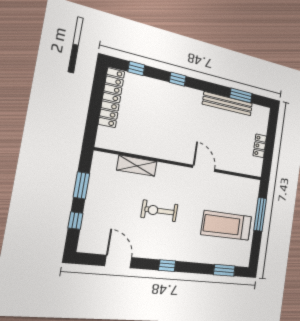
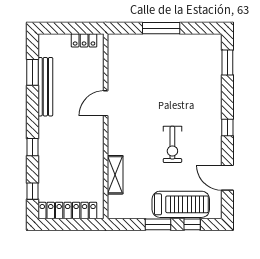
wall: (184, 165) -> (106, 126), moved
shelving: (137, 166) -> (115, 175), moved
door: (204, 168) -> (106, 103), moved
treadmill: (227, 225) -> (181, 204), moved, turned -90
door: (118, 262) -> (227, 178), hinge flipped

